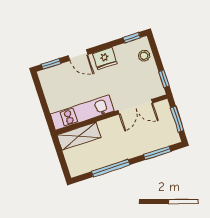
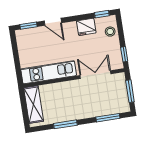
fridge: (105, 59) -> (86, 27), moved
double door: (135, 107) -> (95, 75), swing flipped
shelving: (79, 136) -> (34, 105), moved, turned 90
window: (111, 168) -> (65, 124), width x0.69

